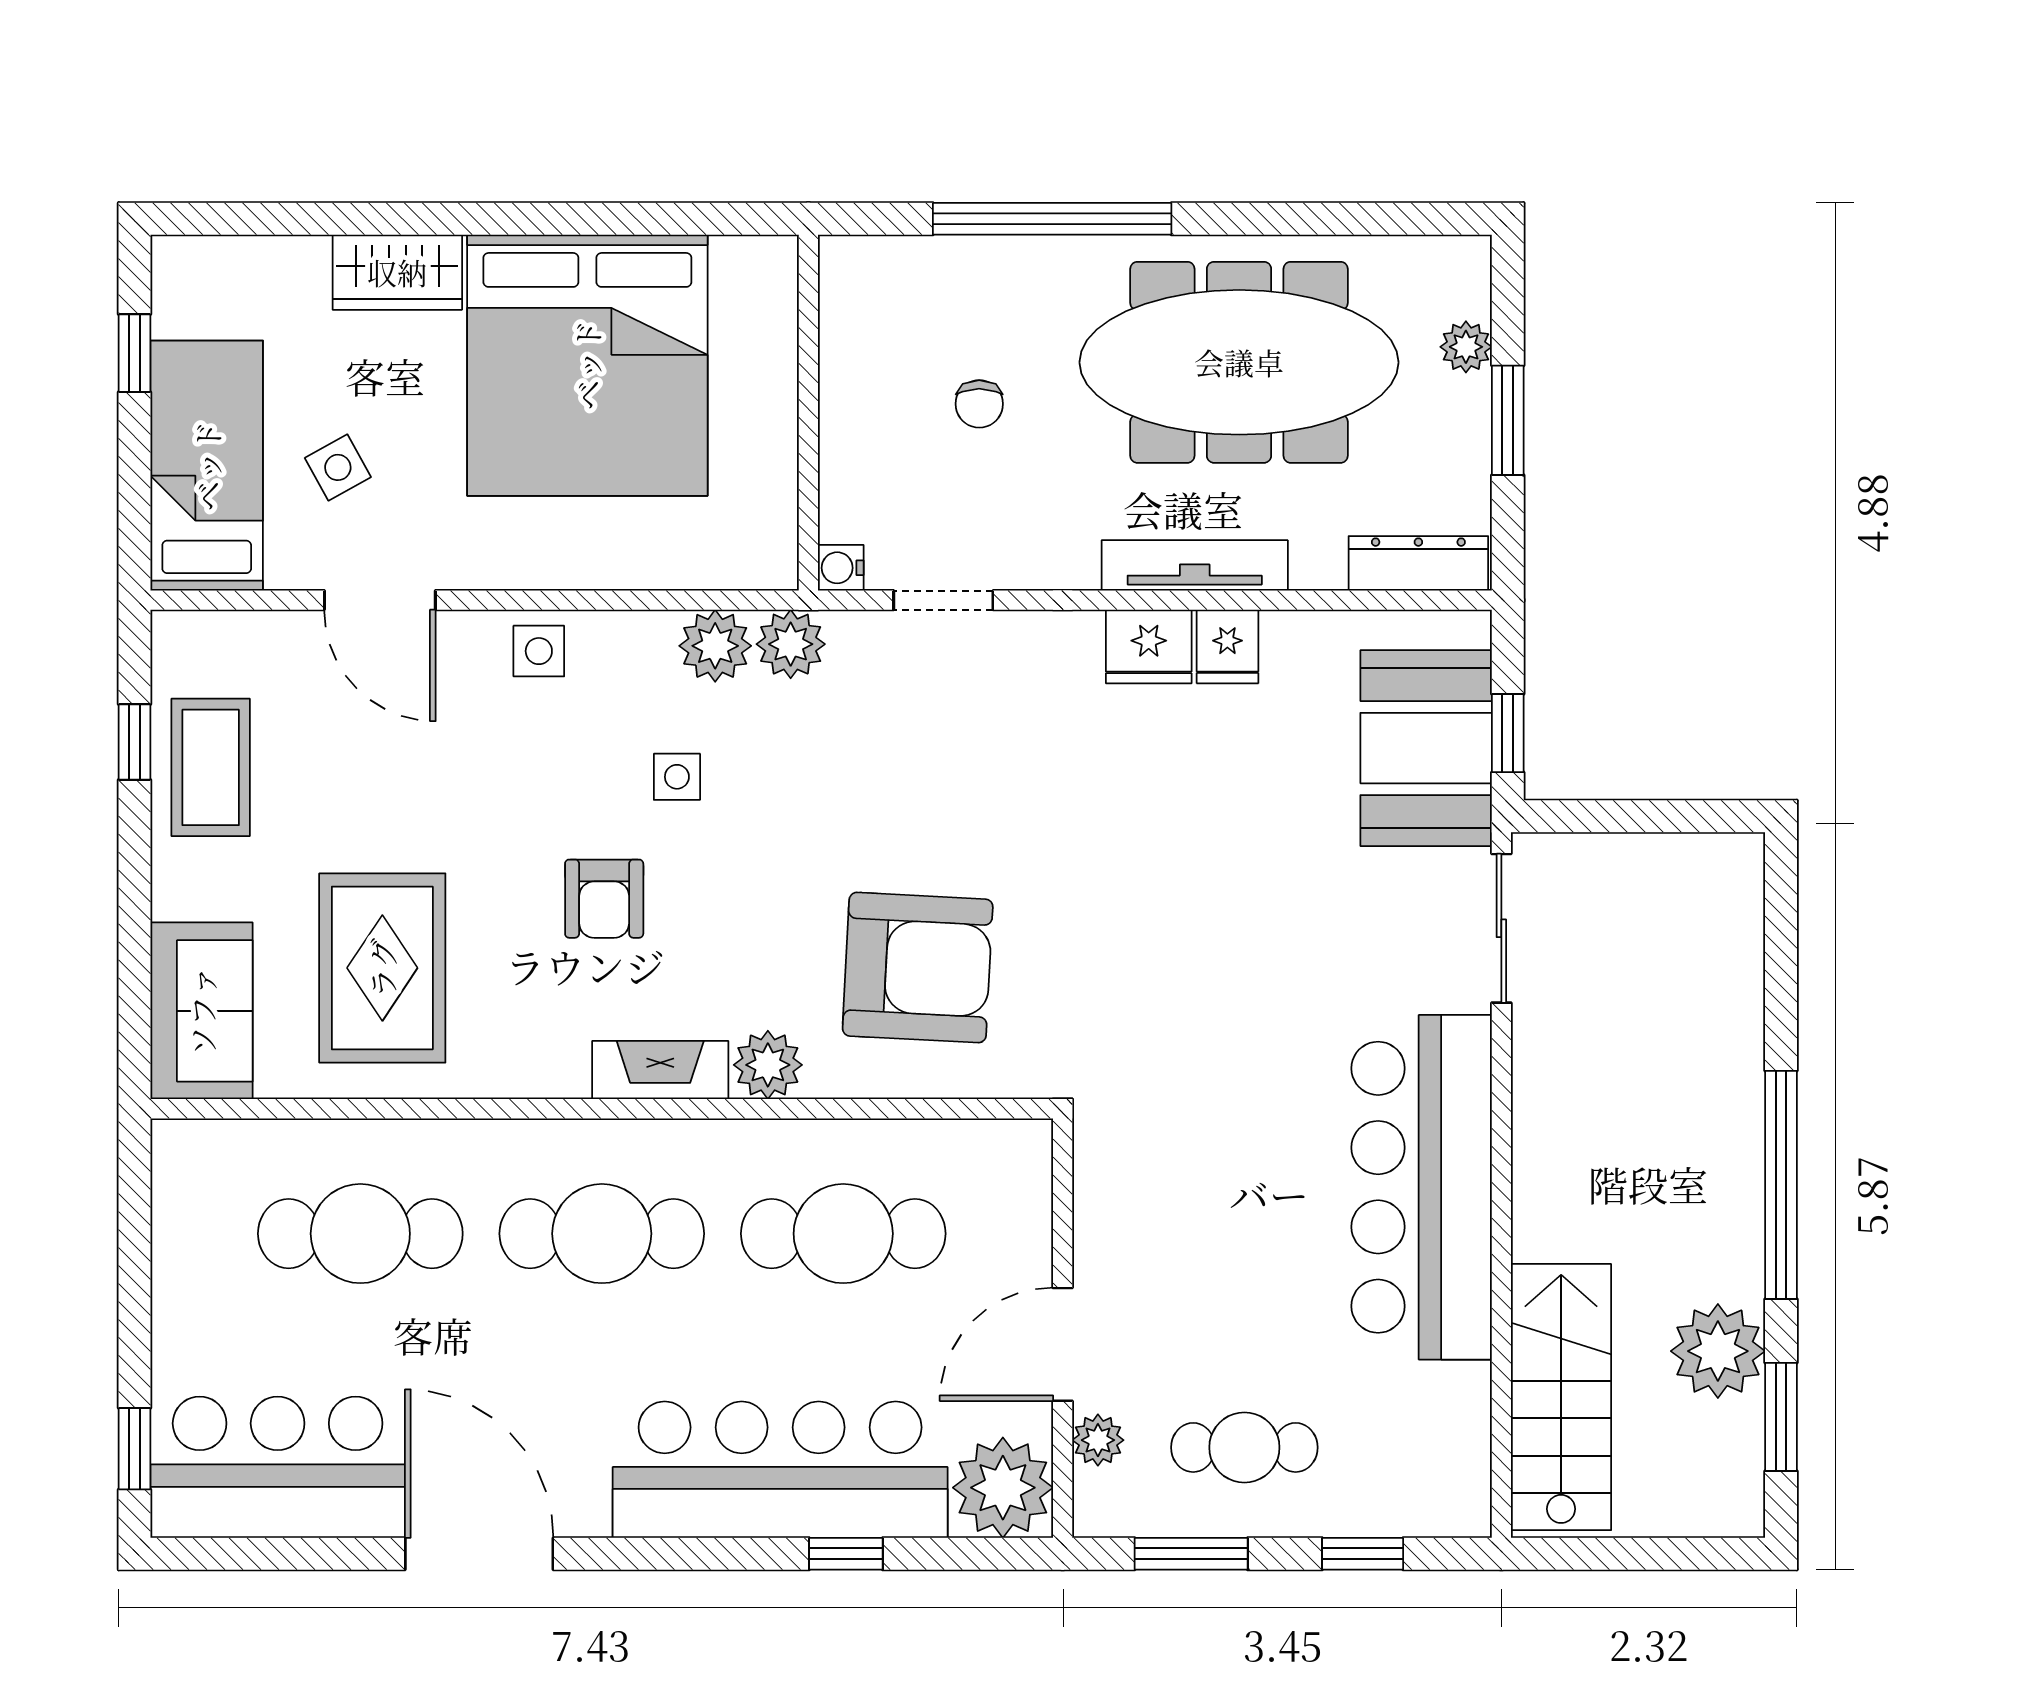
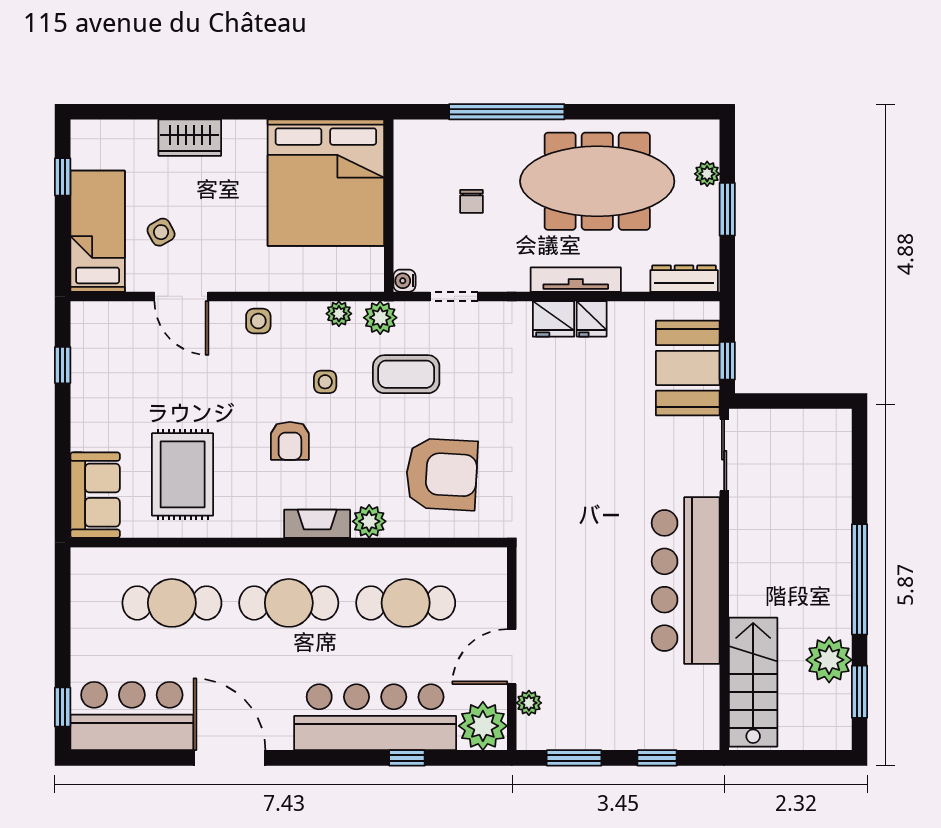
bed: (587, 365) -> (326, 183), moved
plant: (715, 646) -> (339, 314), width x0.73, depth x0.73
coffee table: (211, 767) -> (406, 374), moved, turned 90
cafe table: (1244, 1447) -> (600, 706), removed

